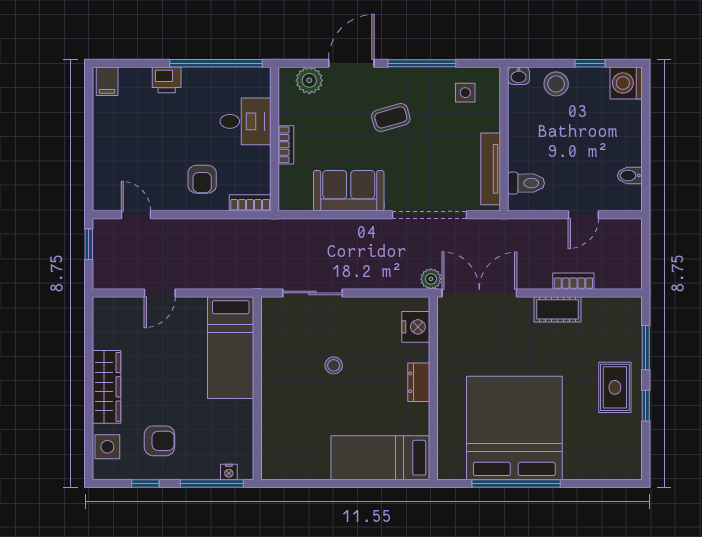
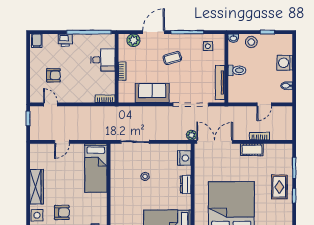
washing machine: (626, 83) -> (285, 63), moved
armchair: (202, 179) -> (53, 75), moved, turned -90
toilet: (526, 183) -> (237, 70), moved

